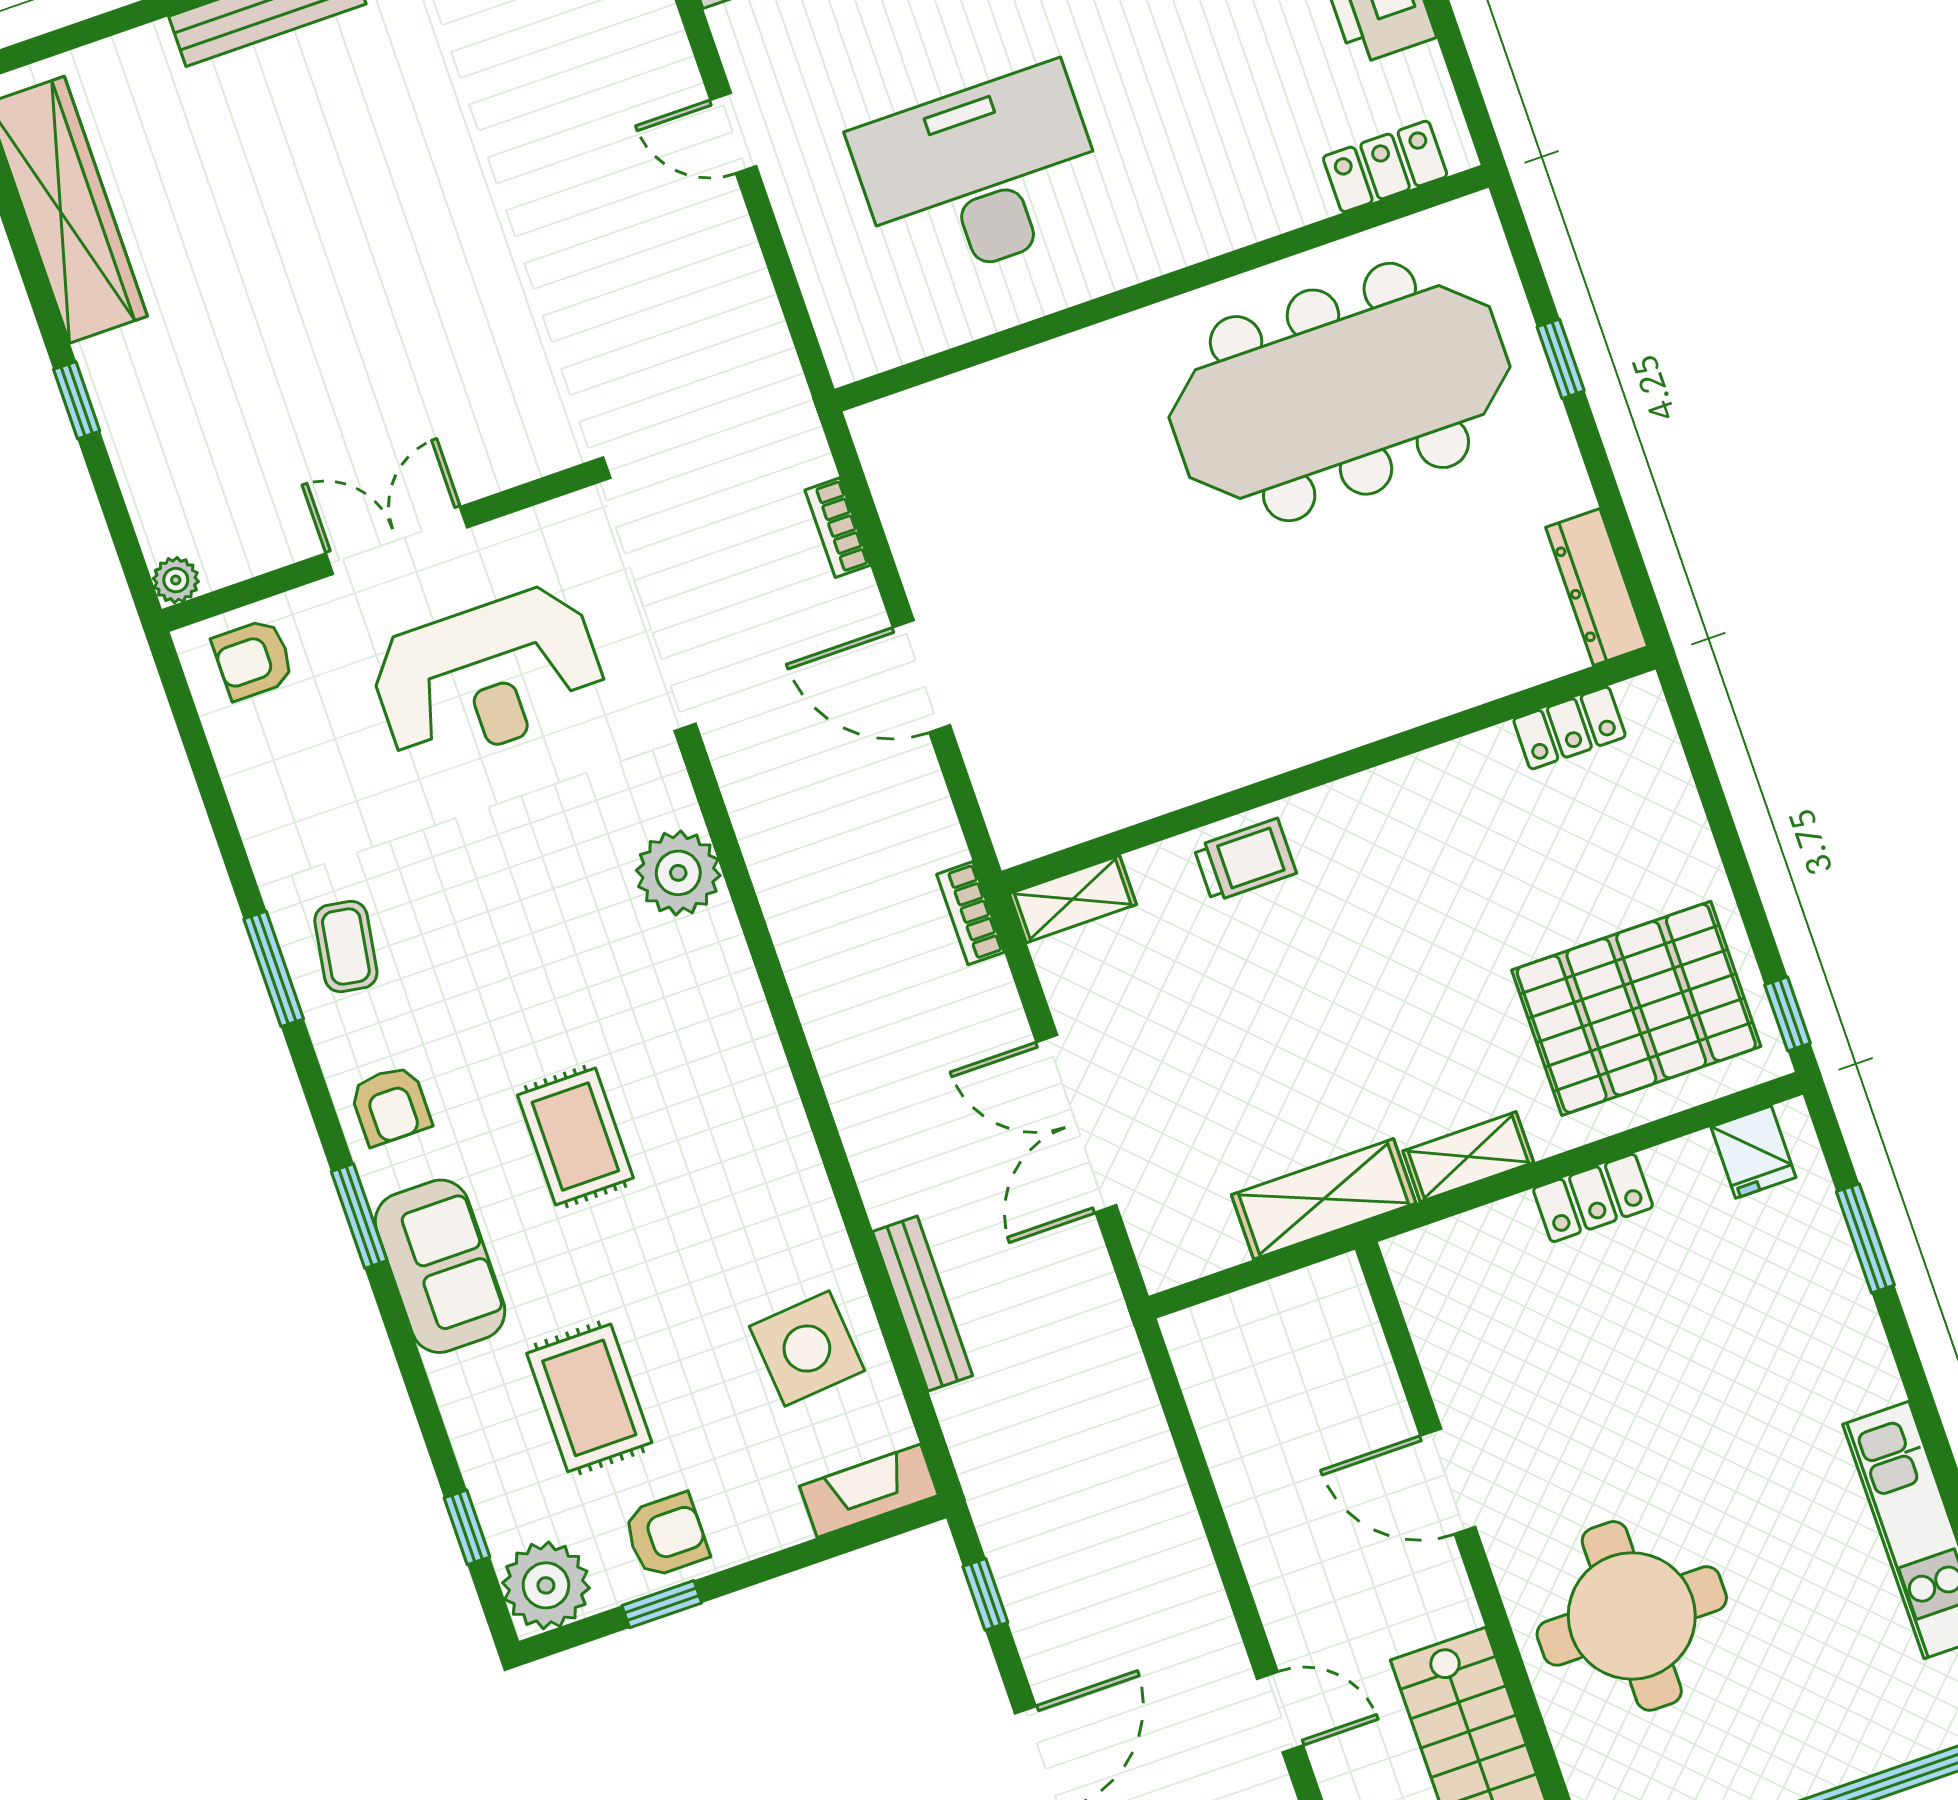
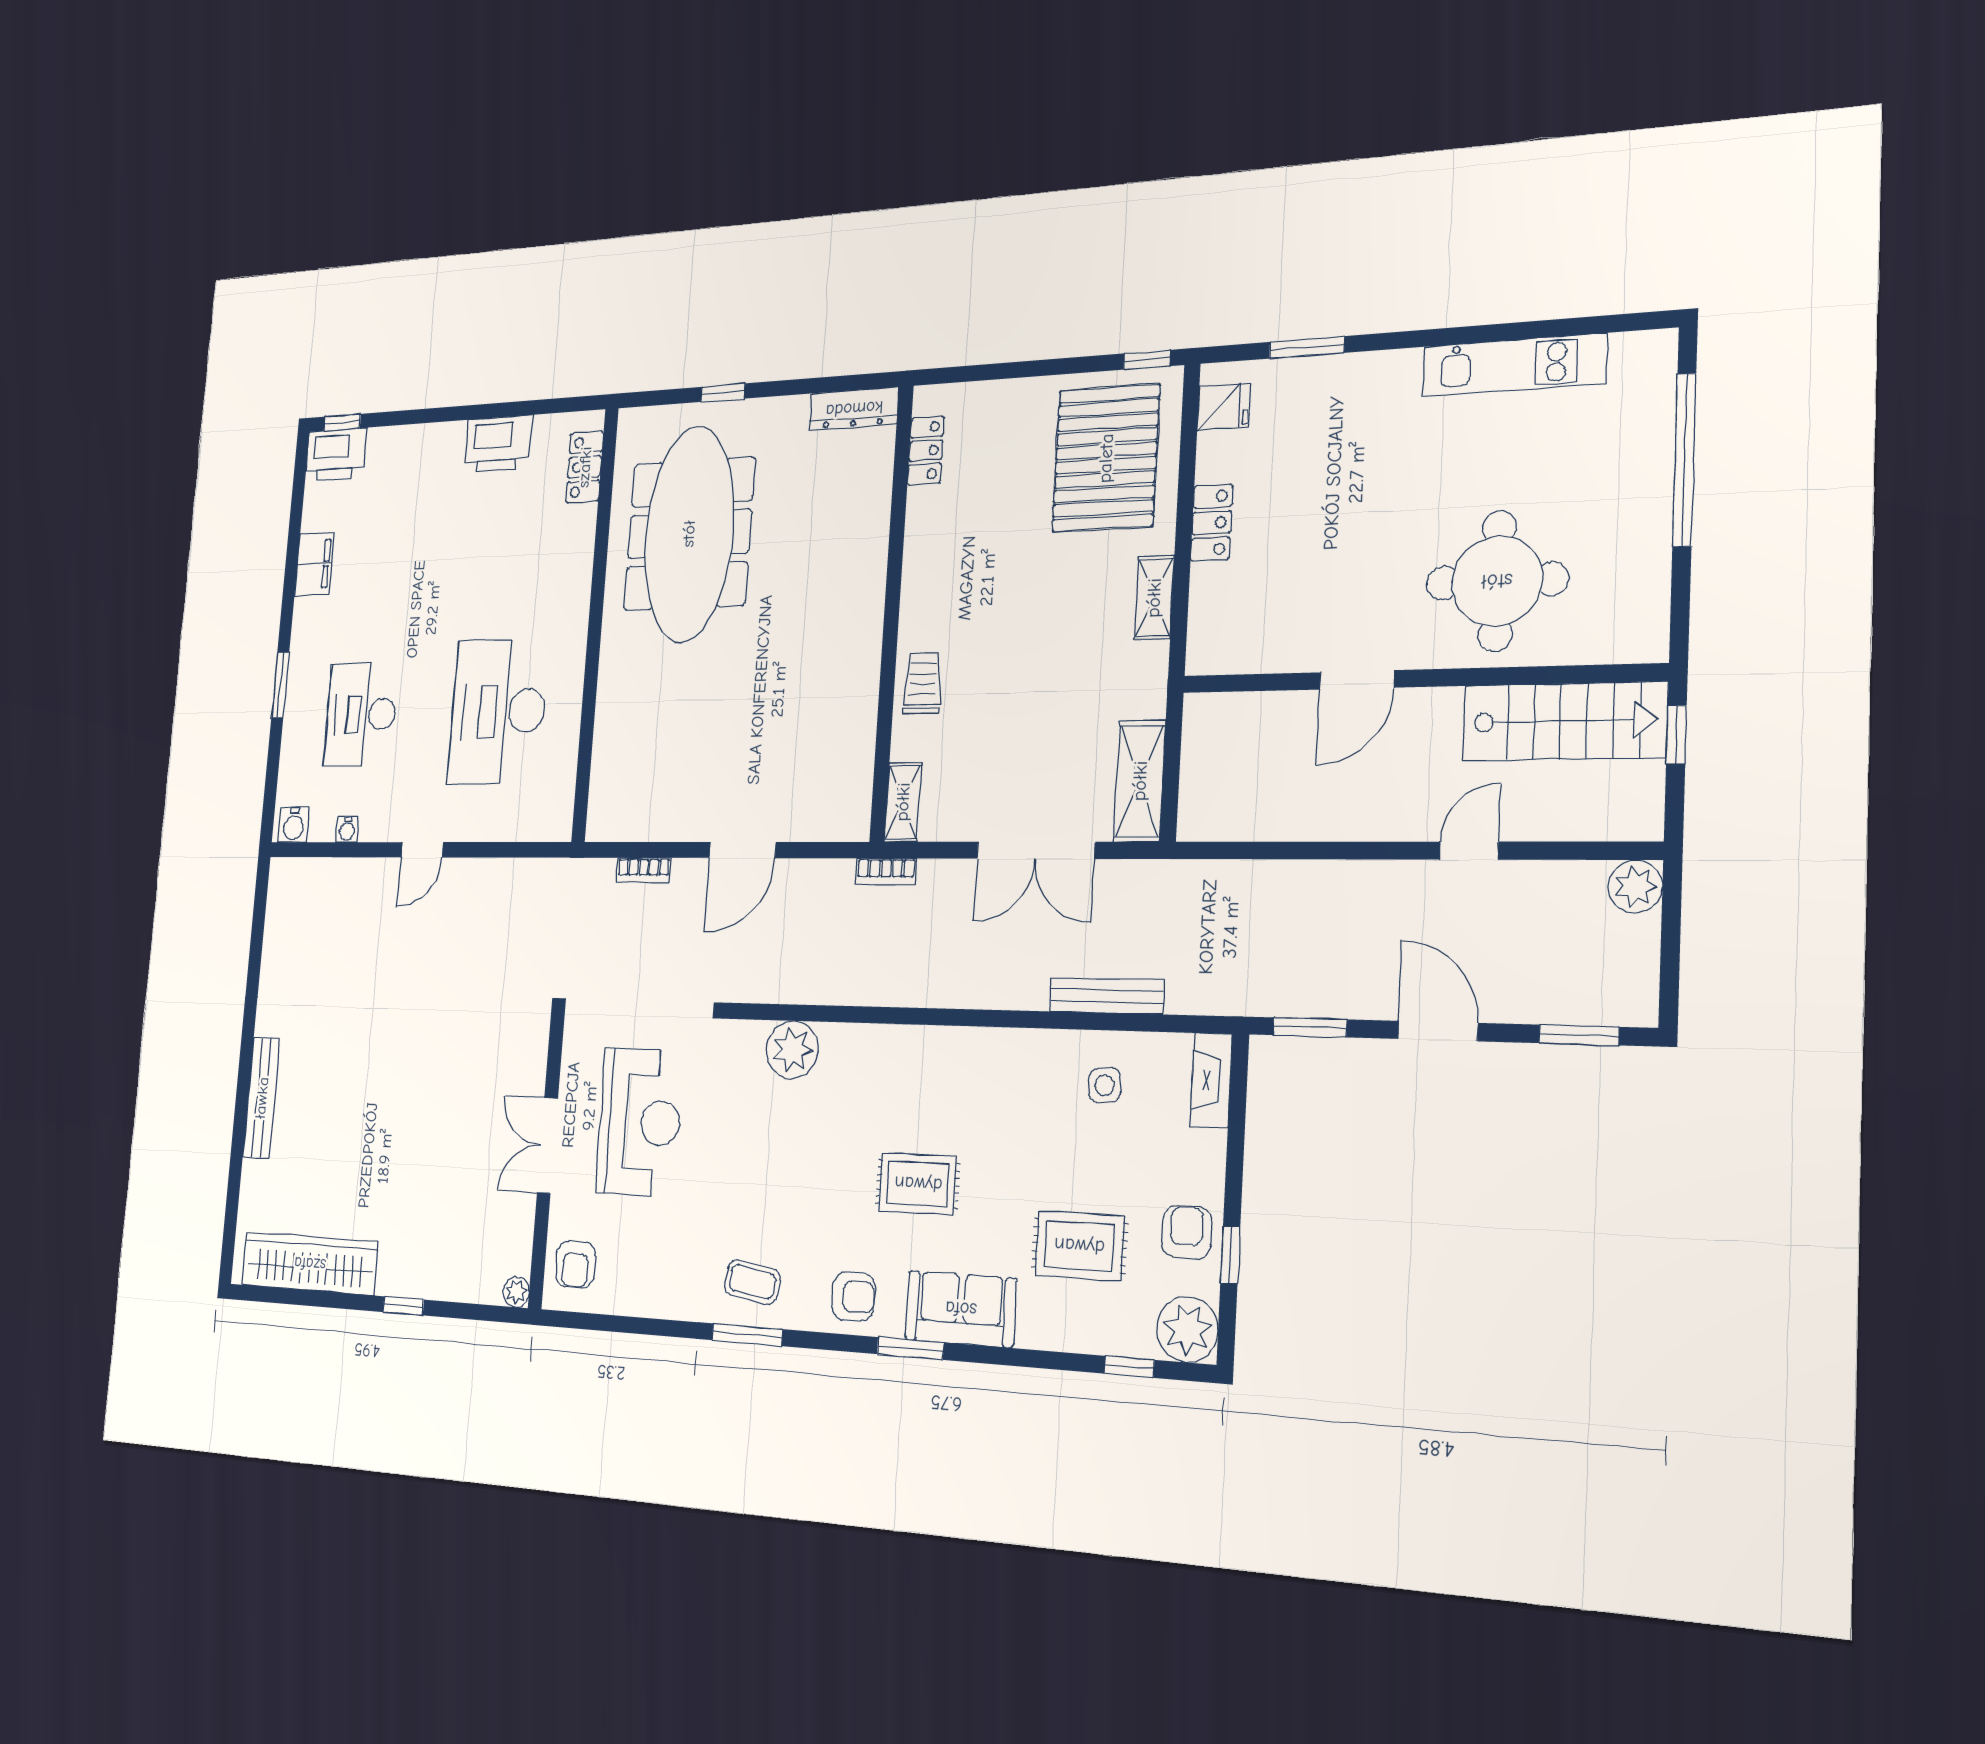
shelving: (1324, 1199) -> (1140, 781), moved
side table: (807, 1348) -> (1105, 1085), width x0.54, depth x0.54
window: (985, 1594) -> (1310, 1027), width x1.50

